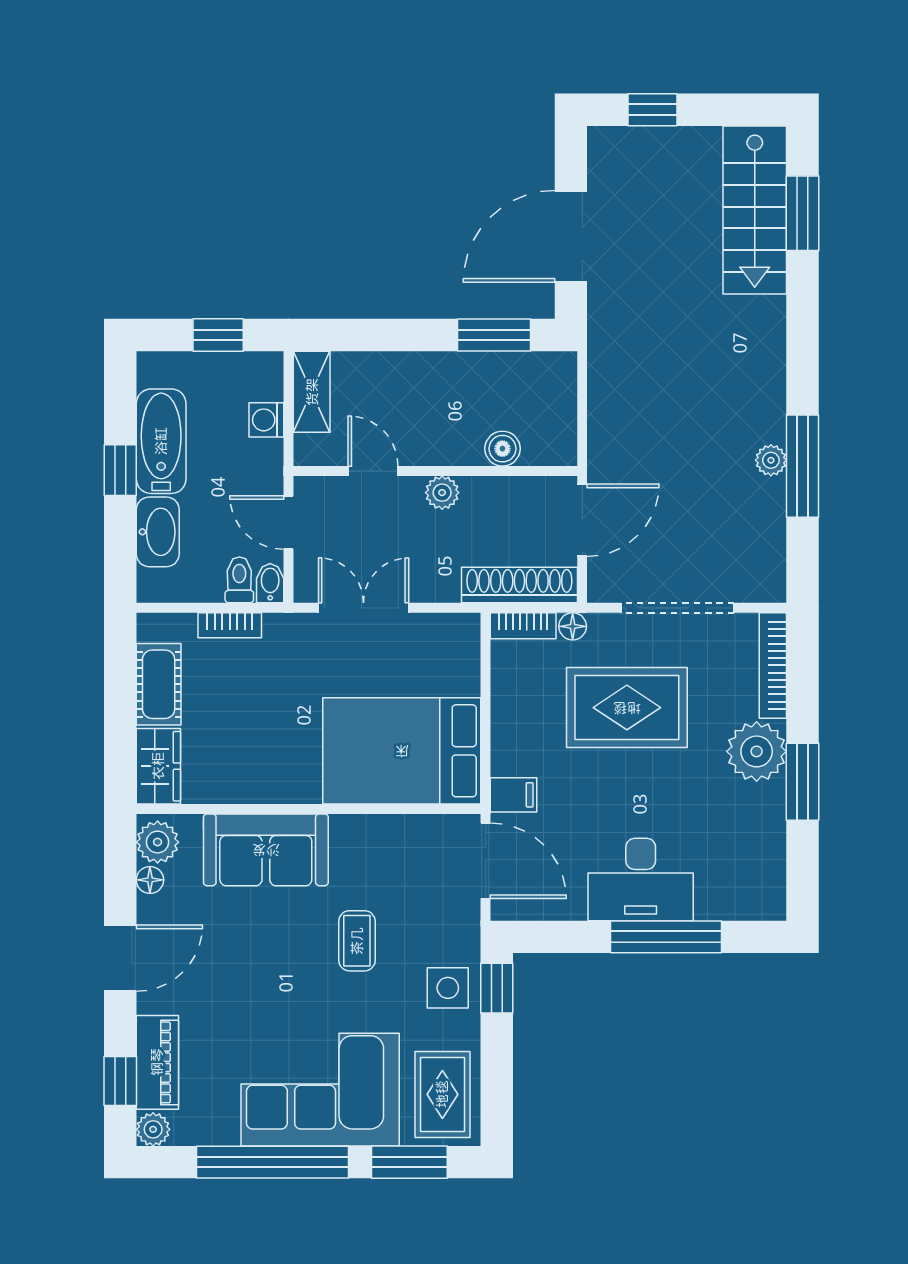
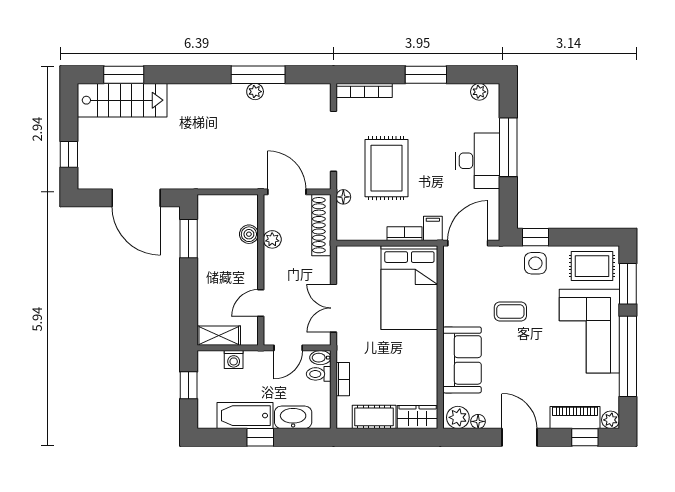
plant: (442, 493) -> (272, 239), moved
bookcase: (523, 626) -> (405, 234), moved, turned -90
plant: (757, 751) -> (479, 92), moved, width x0.53, depth x0.53

